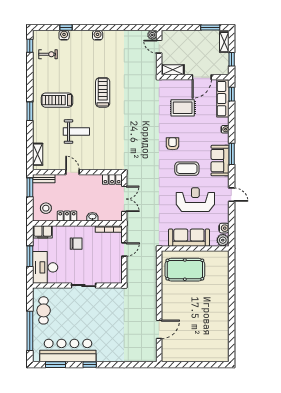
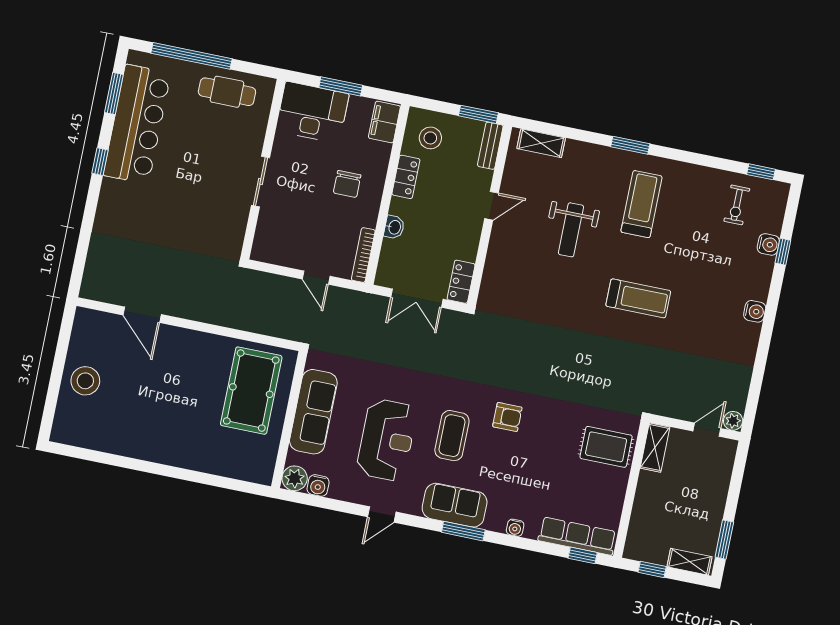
door: (202, 77) -> (629, 503), removed
rug: (183, 108) -> (606, 447), moved, turned 90
stool: (196, 350) -> (85, 381), added

